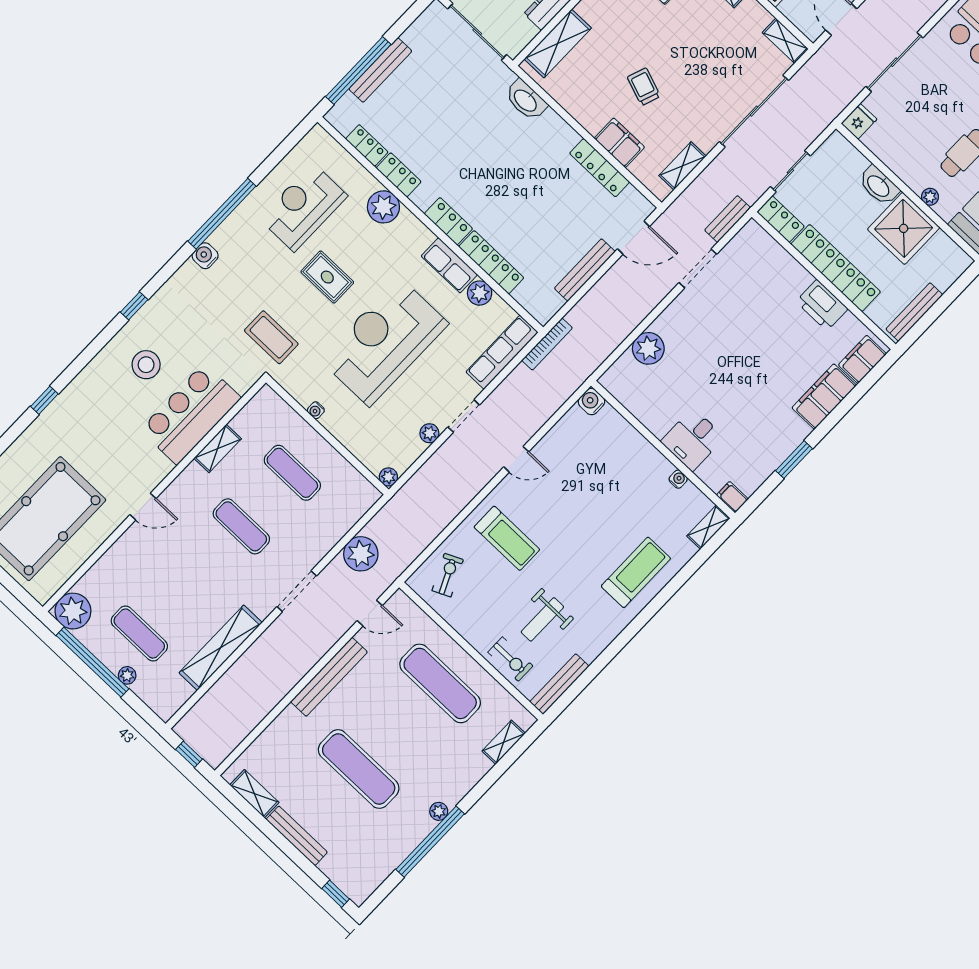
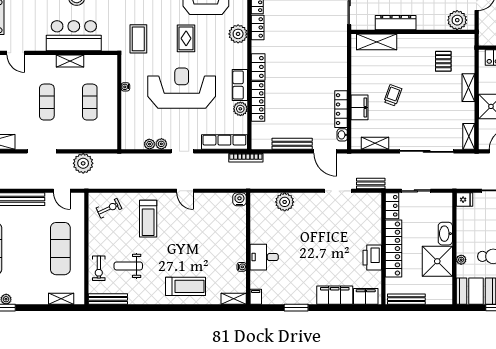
washbasin: (526, 100) -> (342, 135), moved, width x0.52, depth x0.69
plant: (388, 477) -> (149, 144), moved

